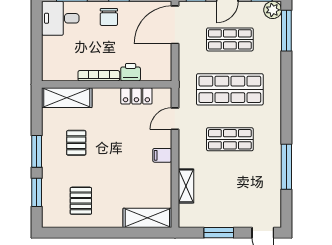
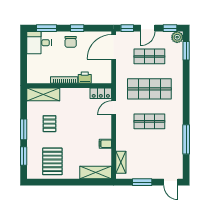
window: (286, 31) -> (186, 51), width x0.69
locker: (136, 96) -> (101, 93), moved
filing cabinet: (162, 155) -> (105, 144), moved
shelving: (186, 186) -> (121, 162), moved
pallet: (81, 201) -> (52, 161), width x1.50, depth x1.42

